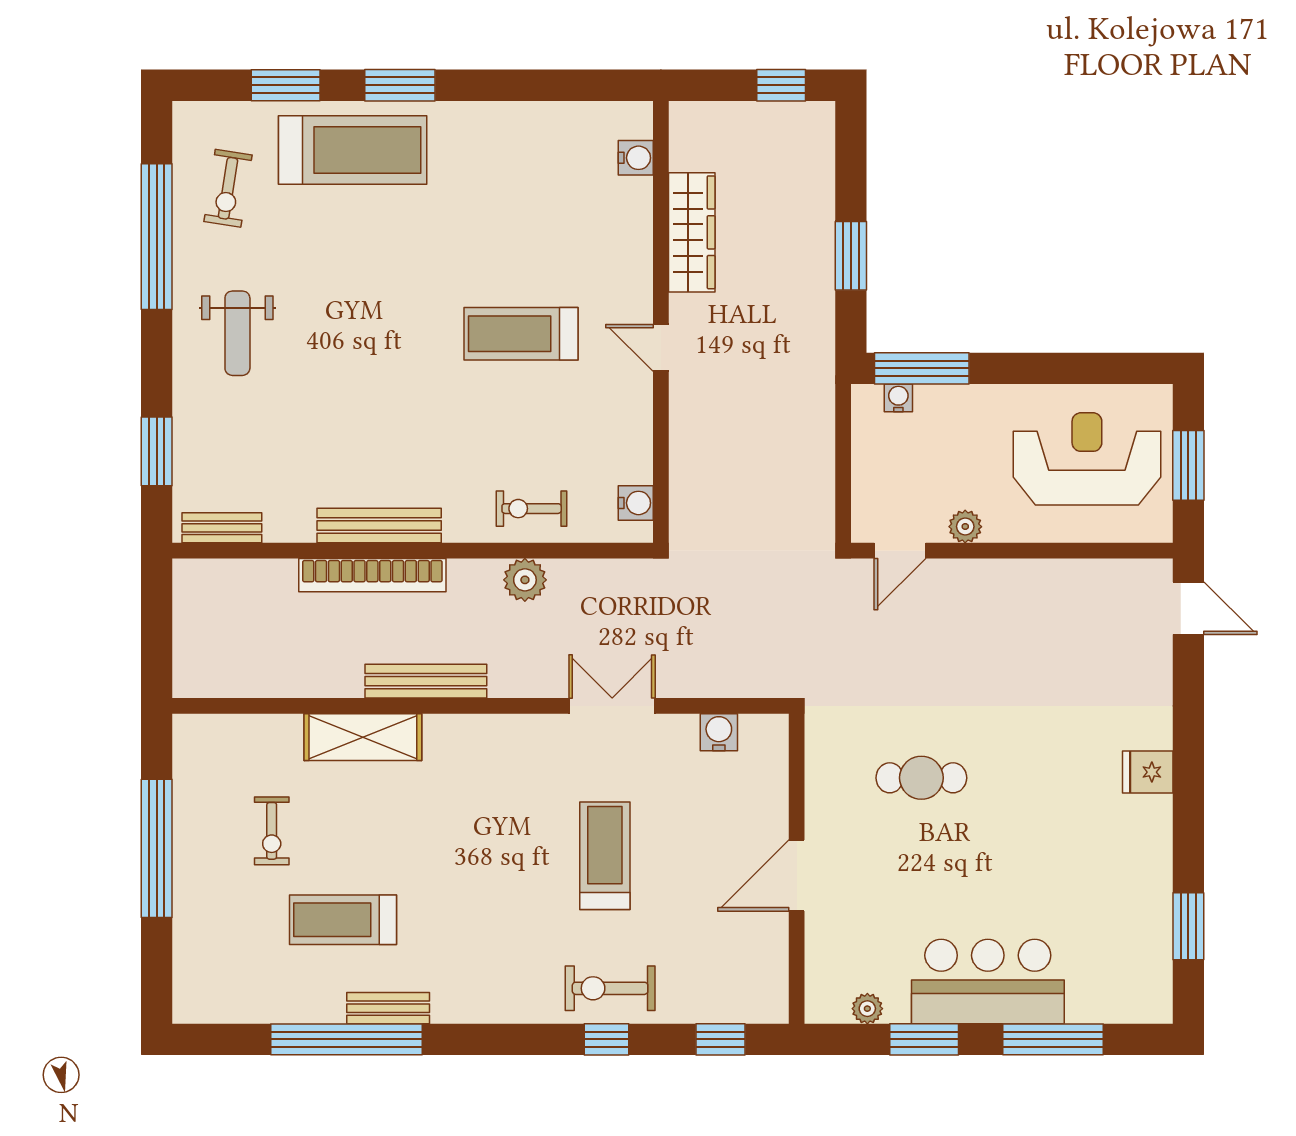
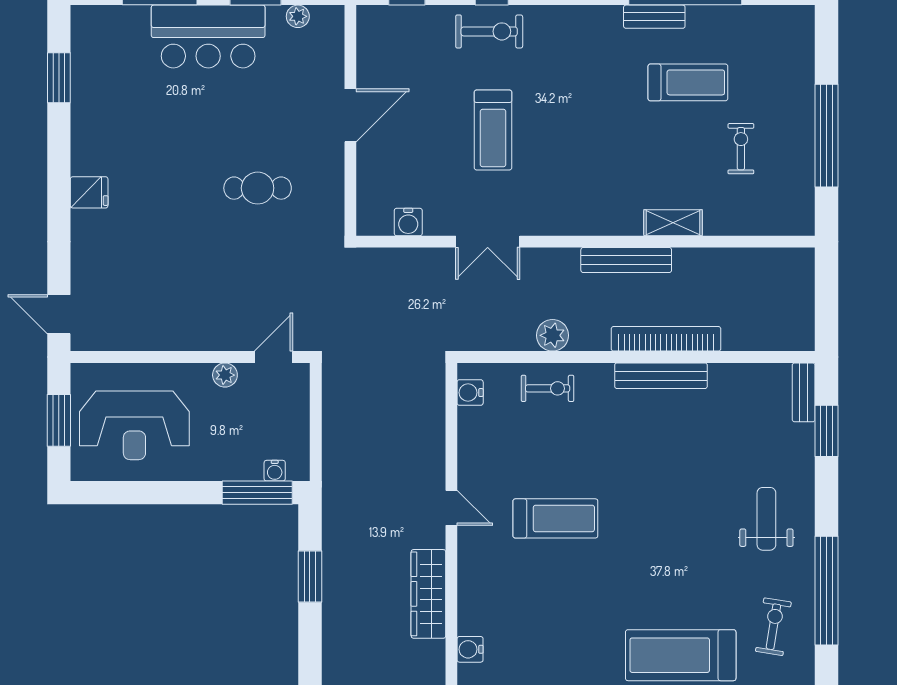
bench: (222, 528) -> (804, 392), moved, turned 90
shelving: (363, 737) -> (673, 223), width x0.67, depth x0.75

